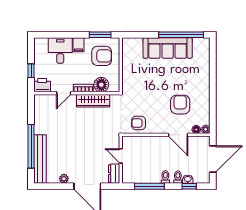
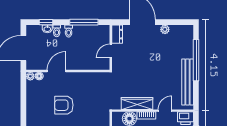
armchair: (180, 105) -> (64, 105), moved, turned 90
armchair: (139, 123) -> (94, 82), removed
door: (178, 135) -> (57, 71), hinge flipped
door: (121, 156) -> (111, 51), swing flipped
bench: (40, 159) -> (188, 82), moved

